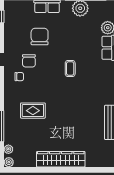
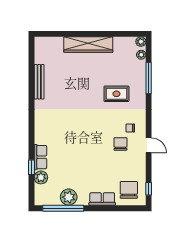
chair: (40, 36) -> (129, 190), moved, turned 180
coffee table: (70, 69) -> (79, 136), removed

